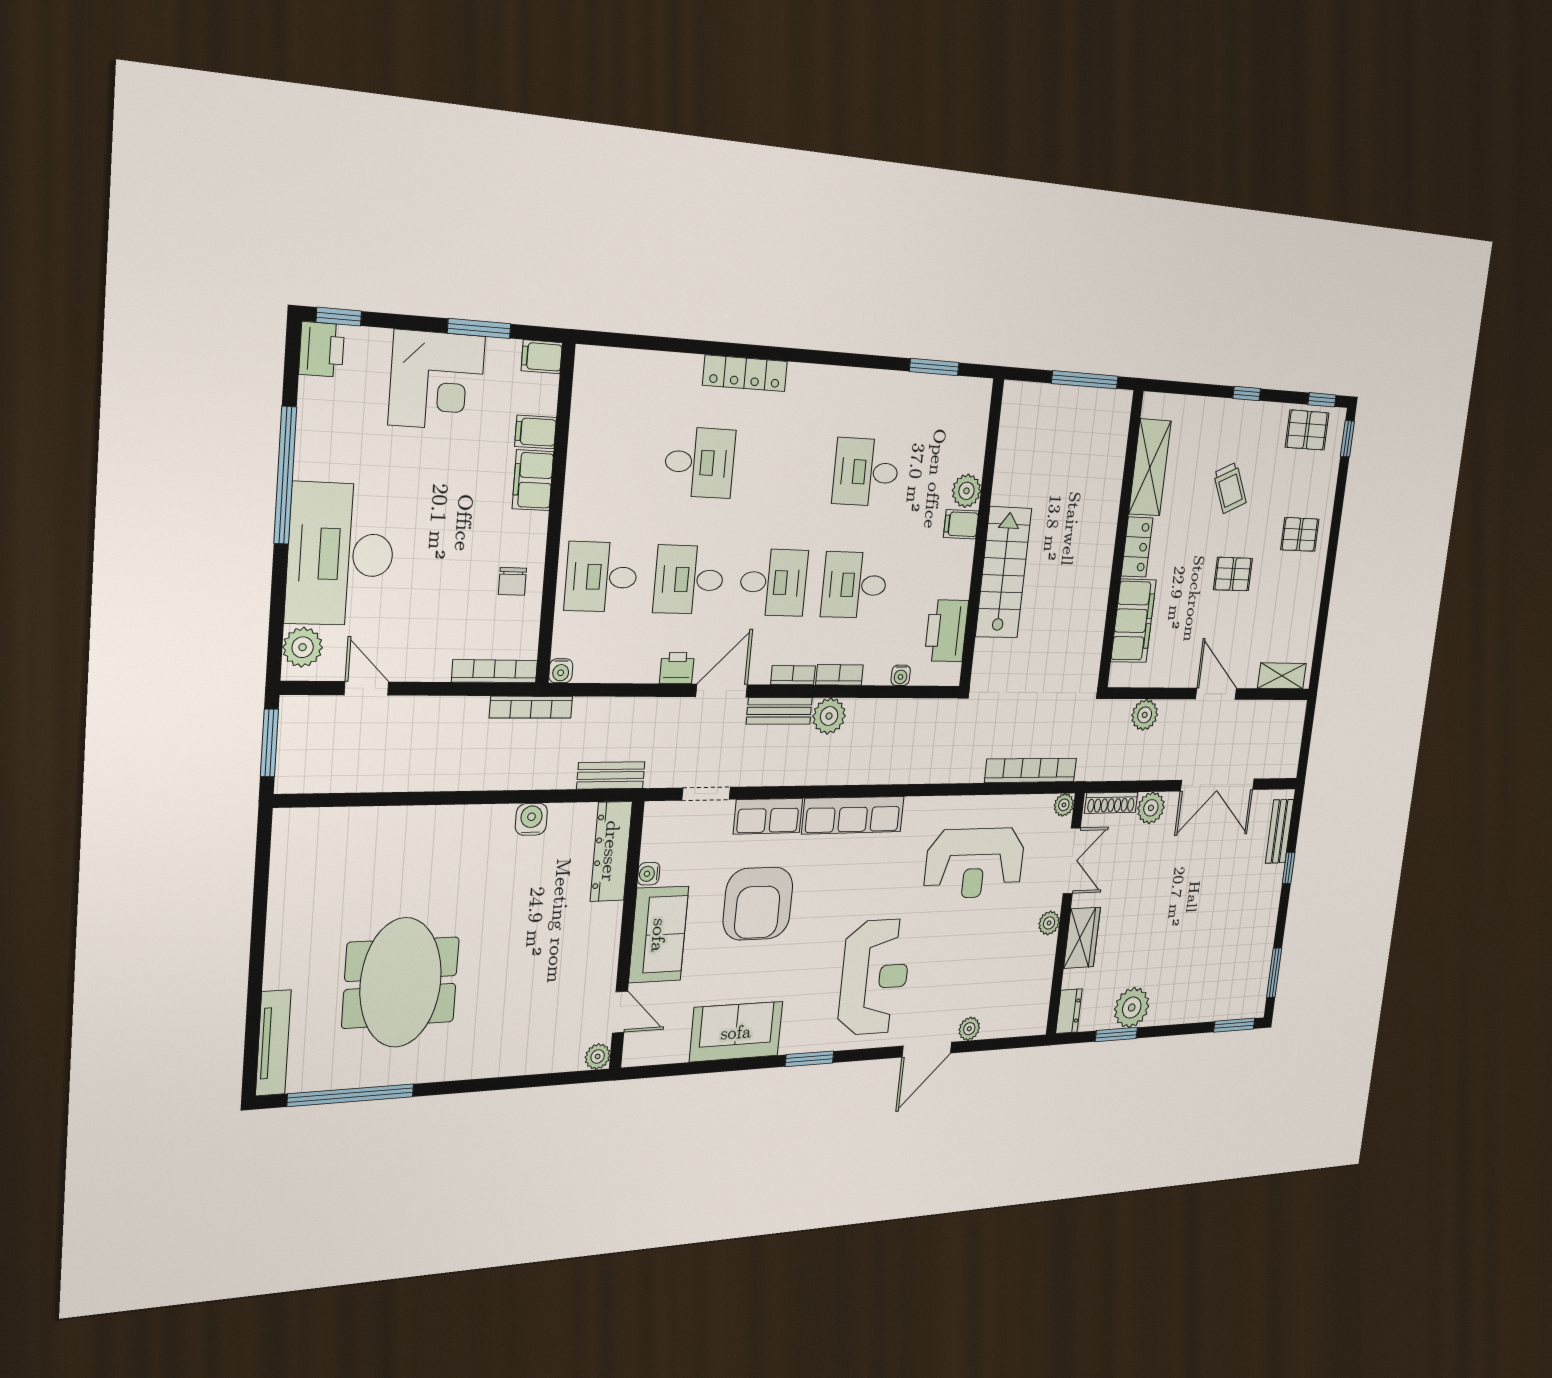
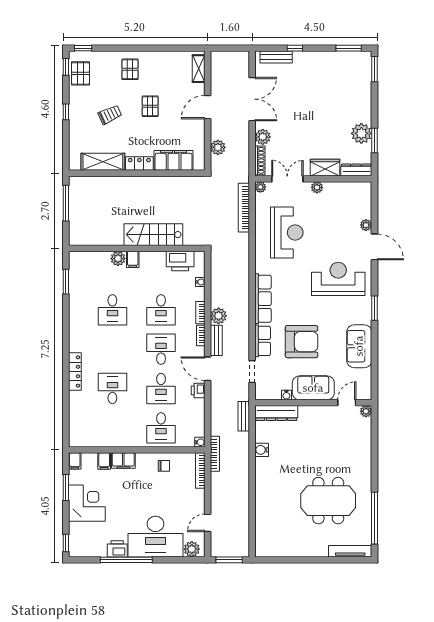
printer: (322, 349) -> (117, 549), moved
dresser: (1069, 1011) -> (356, 170), width x1.44

